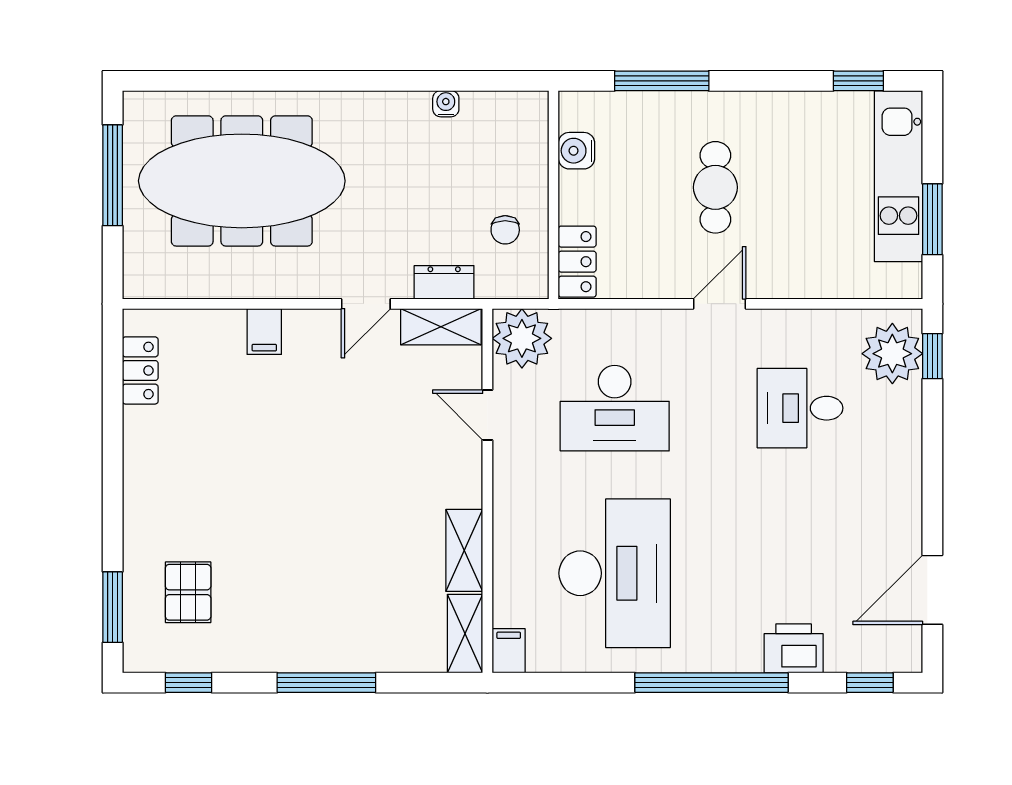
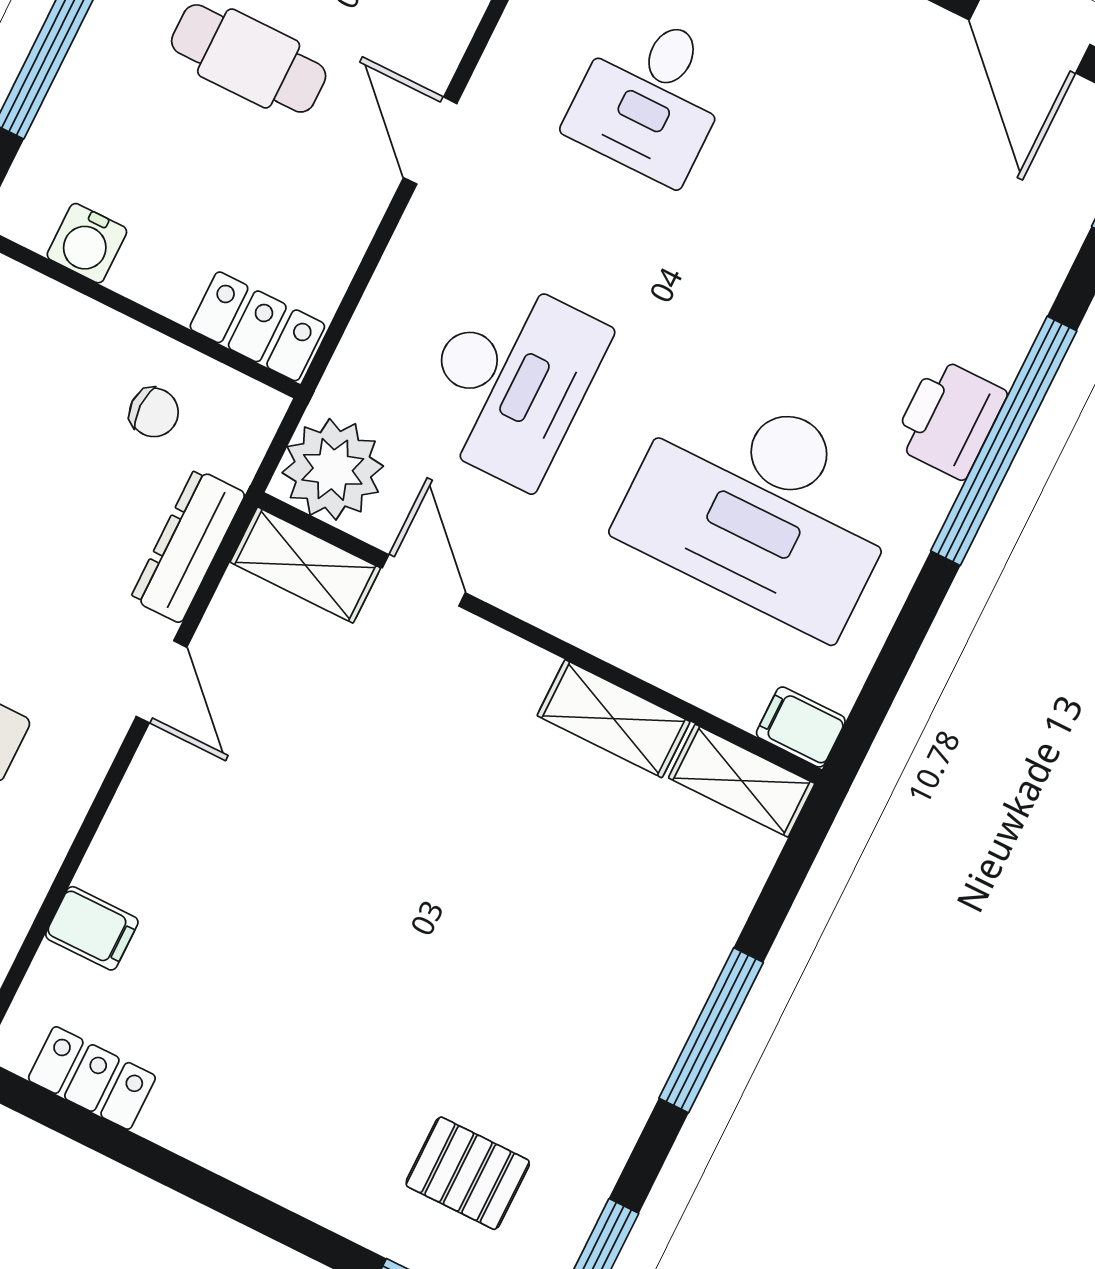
dresser: (444, 282) -> (188, 546), width x1.44
shelving: (441, 327) -> (305, 565), moved, turned 90
filing cabinet: (264, 332) -> (92, 928), moved
door: (487, 415) -> (424, 580), swing flipped
desk: (615, 573) -> (763, 506), turned 180
printer: (794, 648) -> (949, 419), moved

